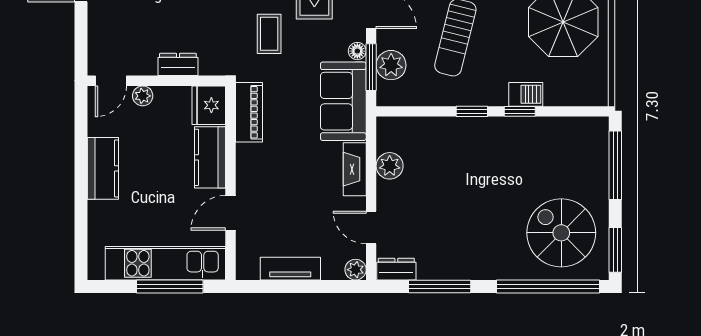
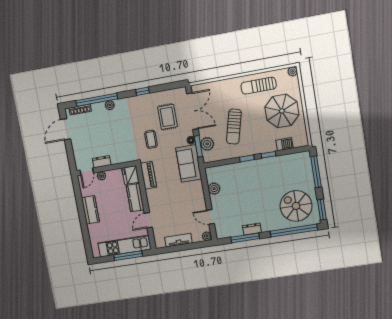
dresser: (178, 64) -> (102, 162), moved
barbecue: (526, 94) -> (284, 144), moved
fireplace: (355, 169) -> (199, 193), removed
dresser: (396, 269) -> (252, 229), moved

